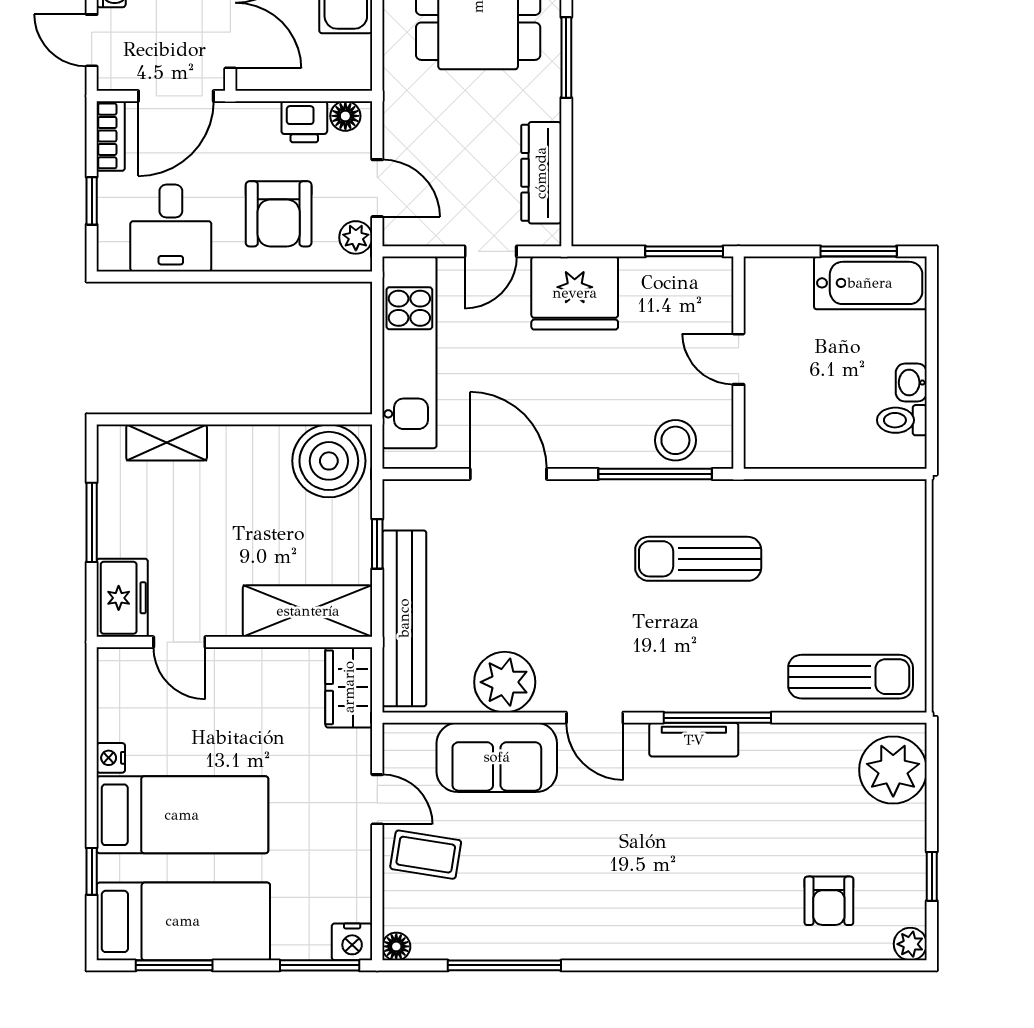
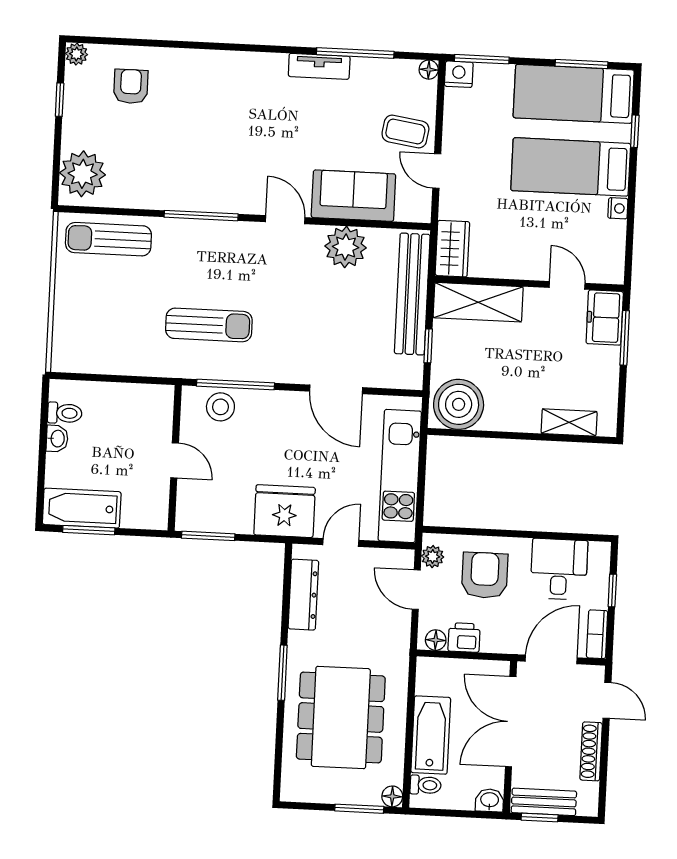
window: (92, 522) -> (625, 338), moved
tv unit: (694, 740) -> (319, 66), moved, turned 180

